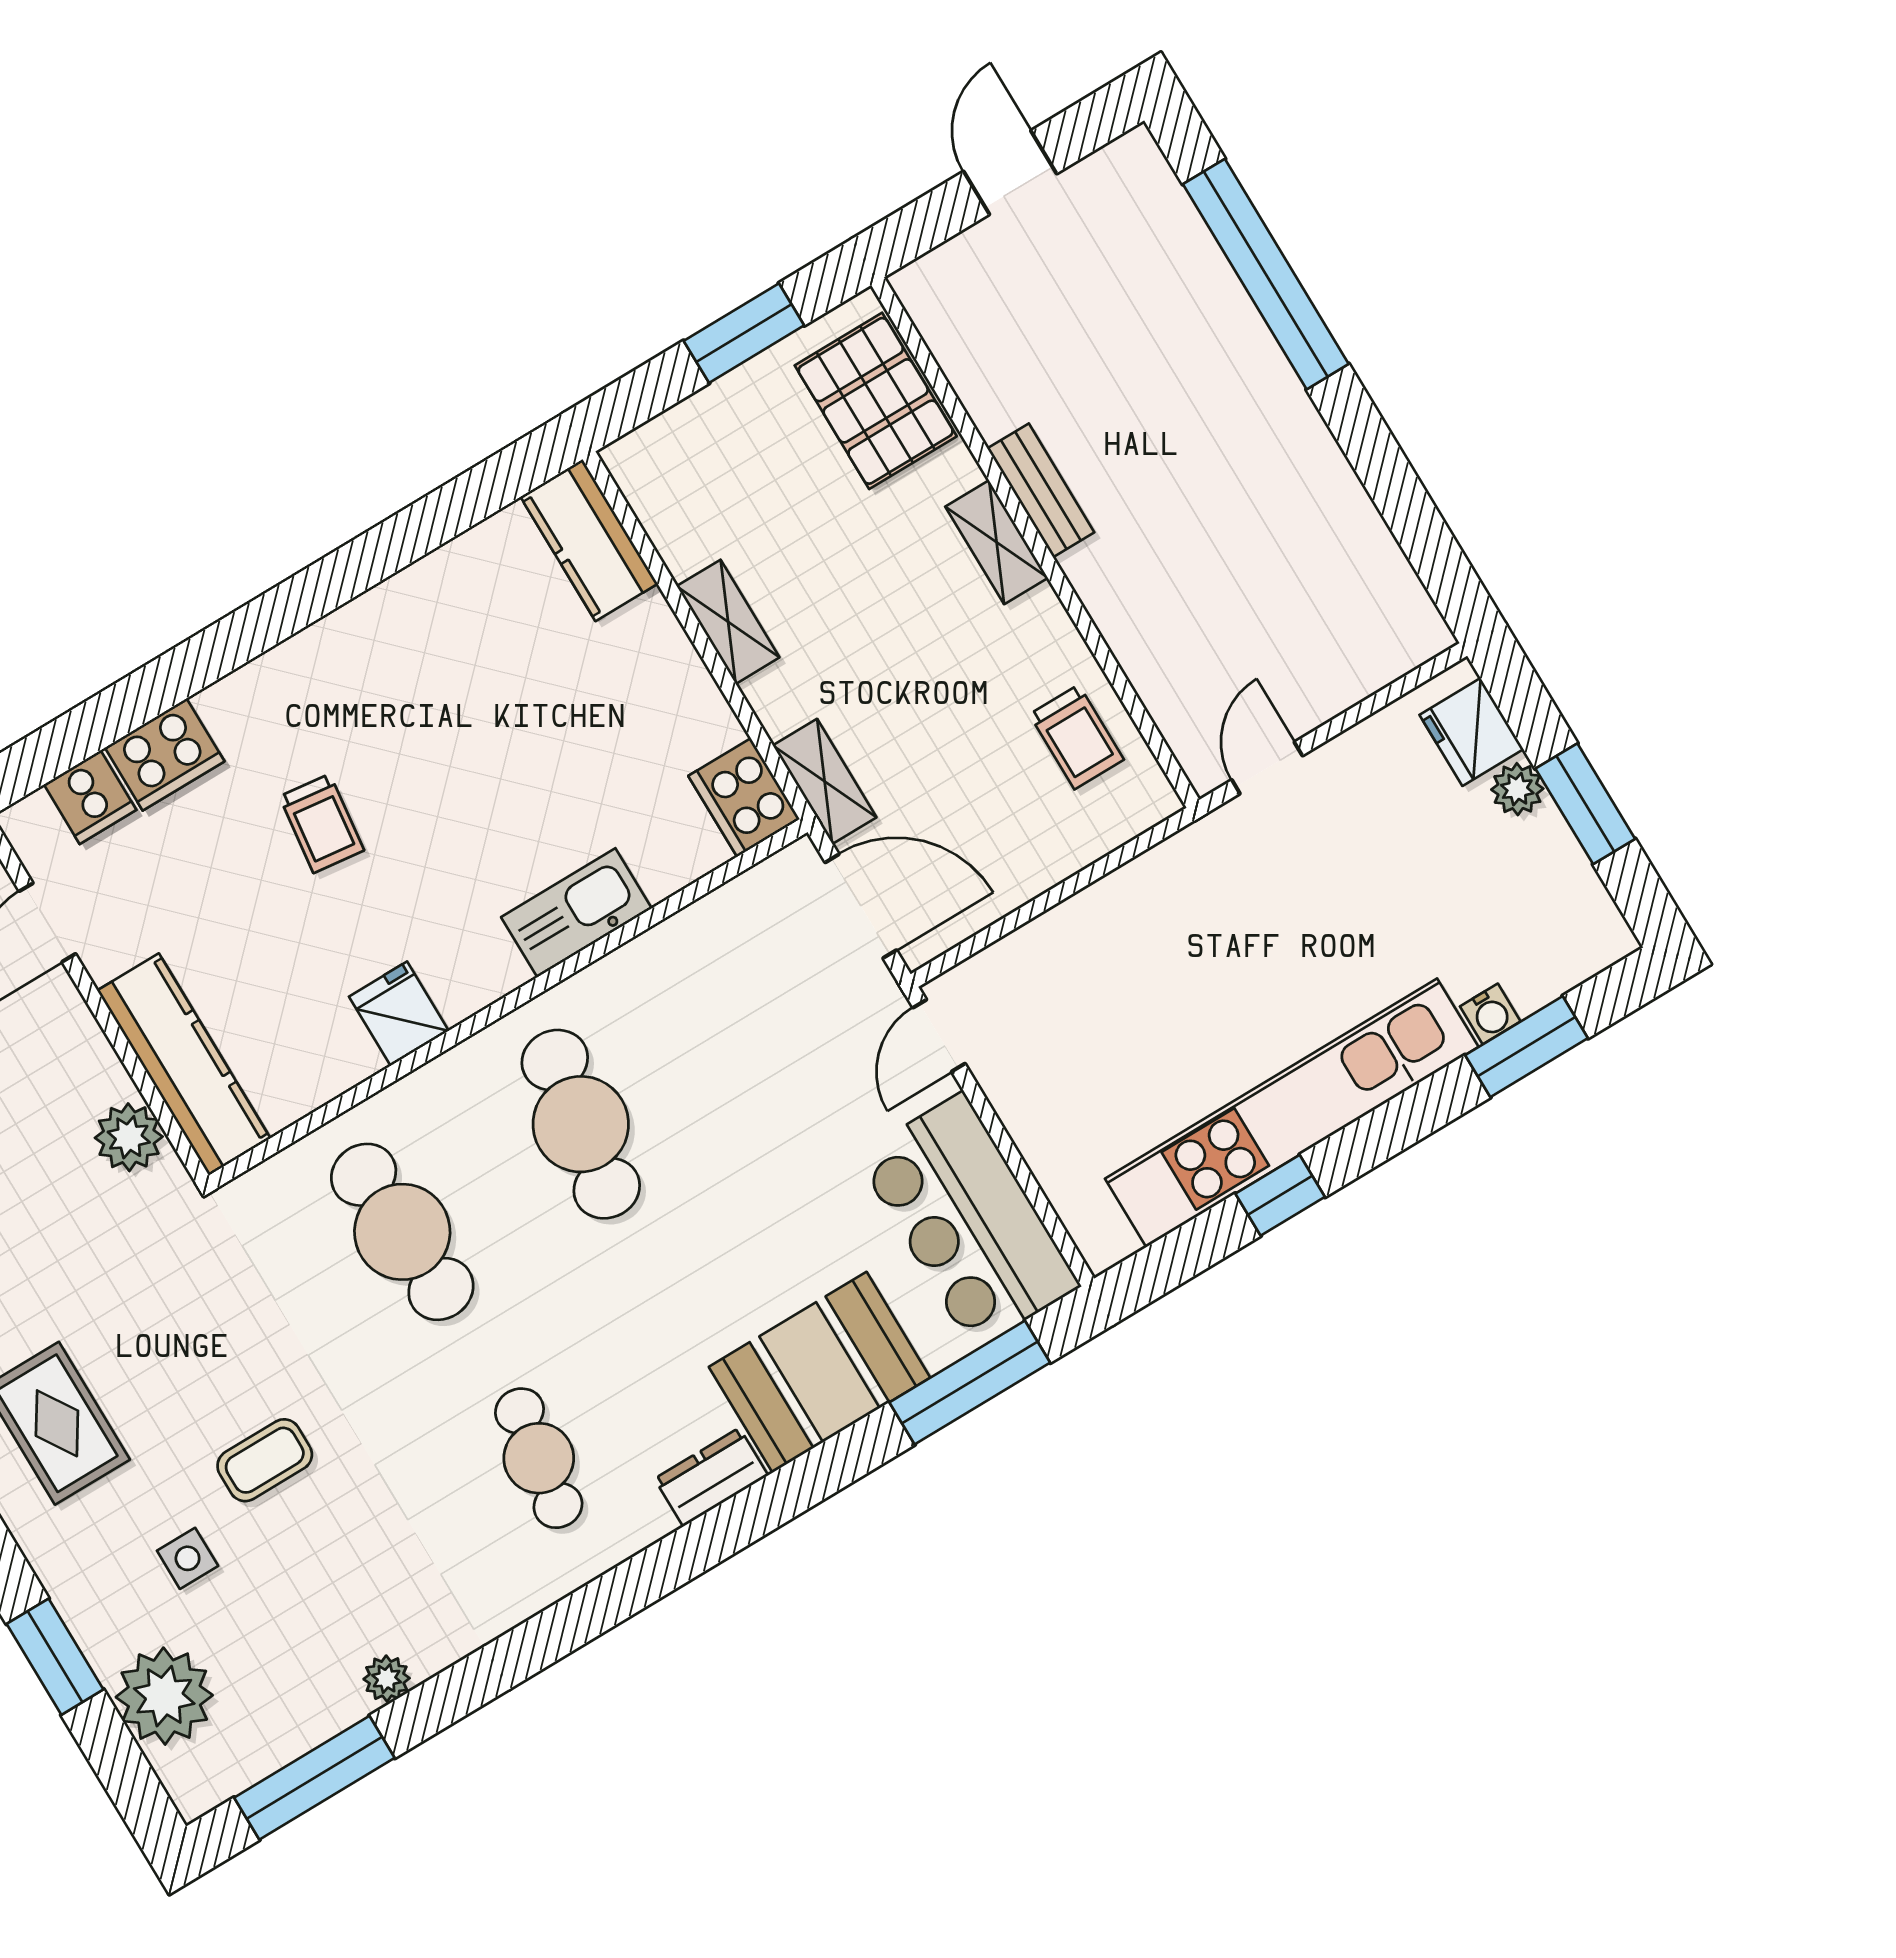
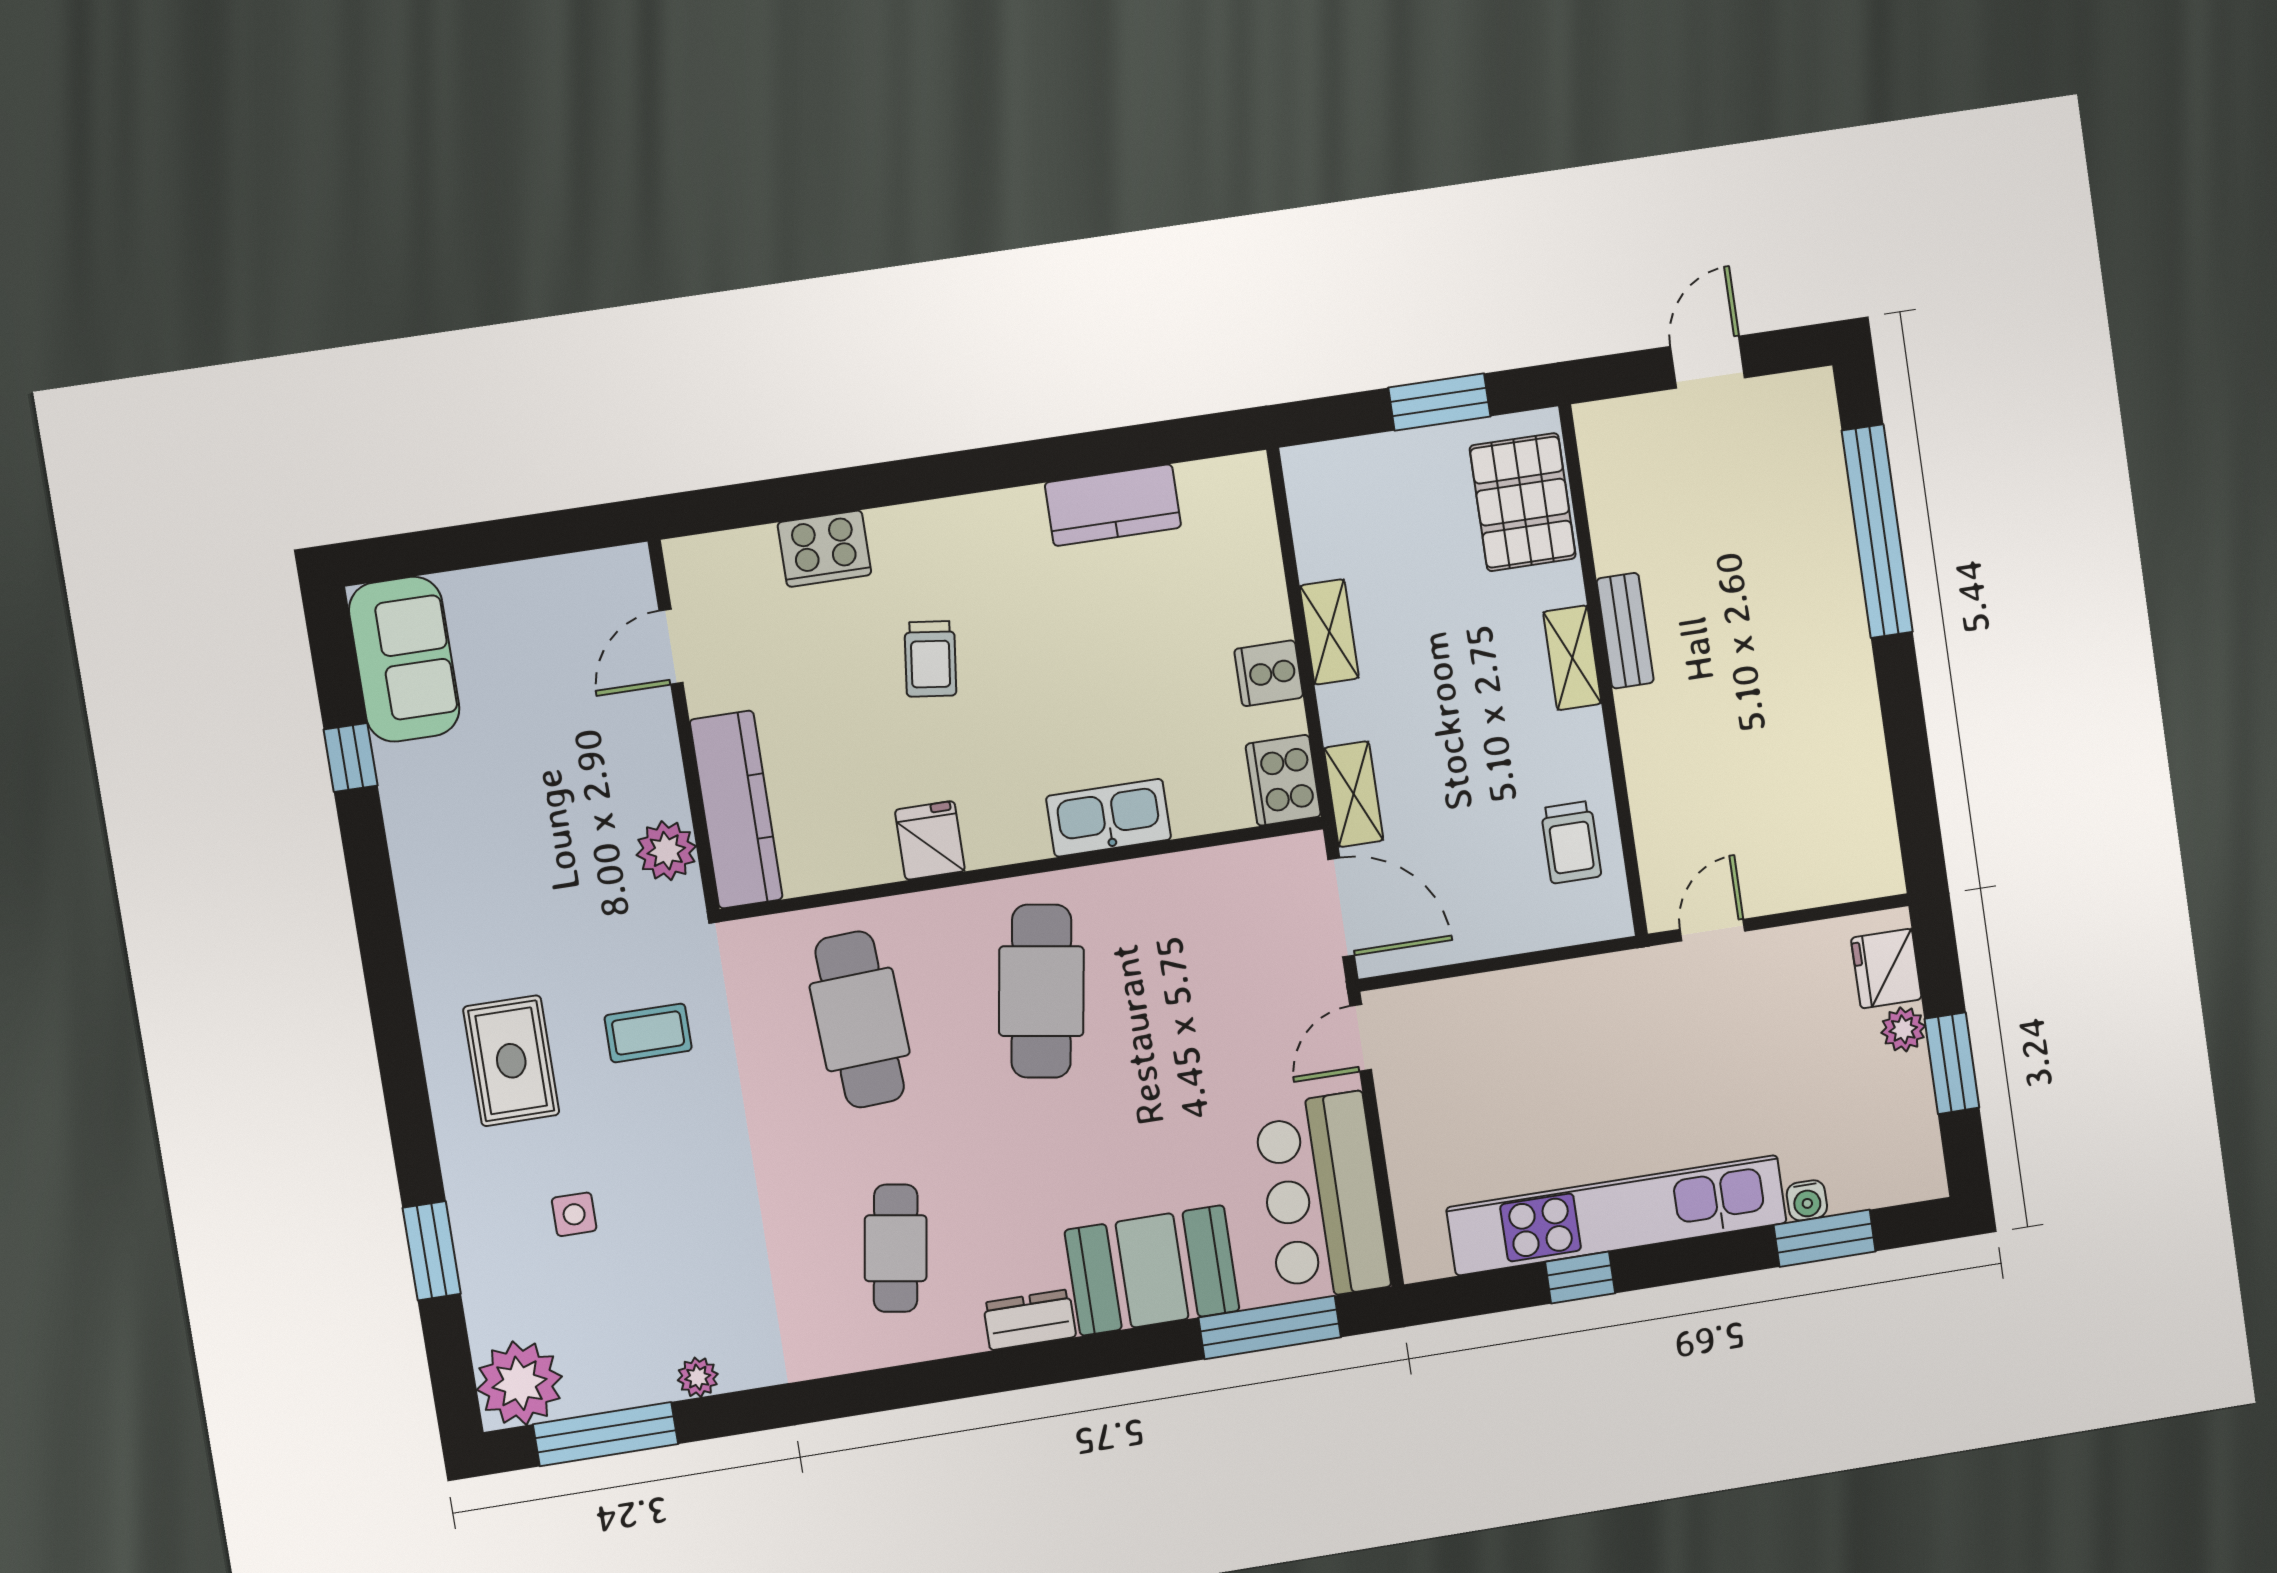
kitchen counter: (589, 540) -> (1113, 505), moved, turned -90
cooker: (90, 797) -> (1269, 673), moved, turned 90
coffee table: (265, 1460) -> (648, 1033), moved
plant: (164, 1696) -> (519, 1383), moved

